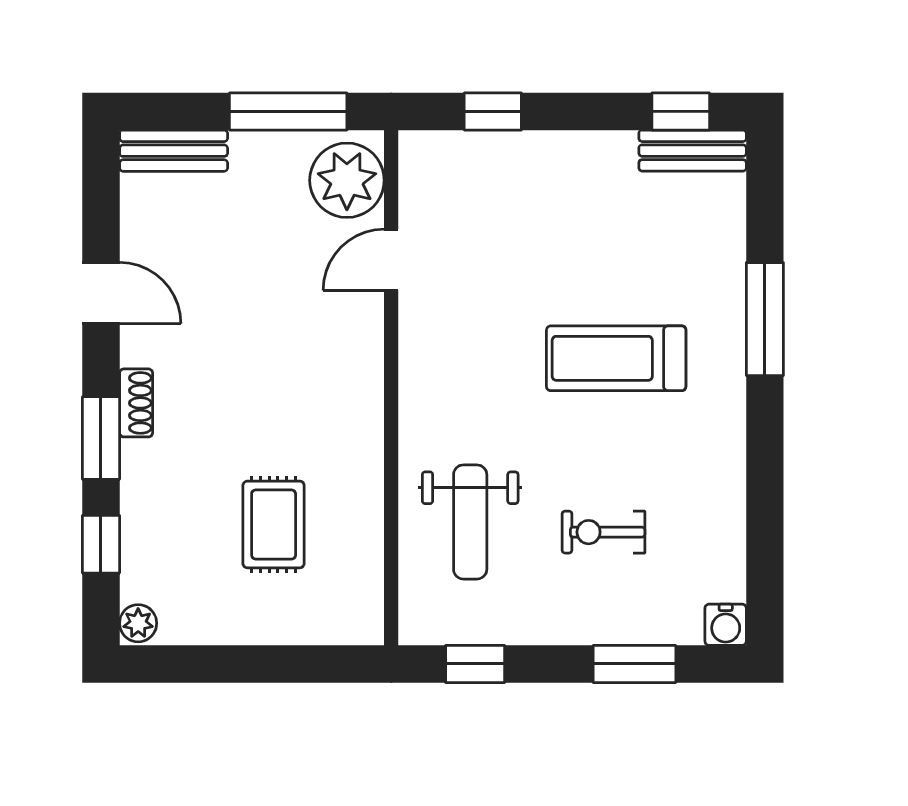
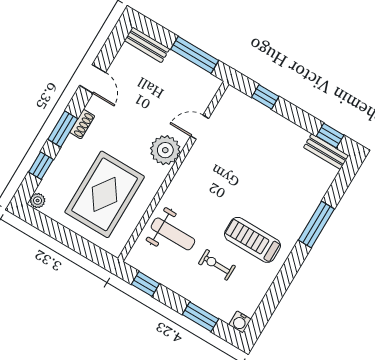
plant: (347, 180) -> (165, 150), moved
treadmill: (616, 358) -> (252, 240), moved
weight bench: (470, 522) -> (173, 234), turned -90
rug: (274, 524) -> (105, 194), width x1.86, depth x2.06

